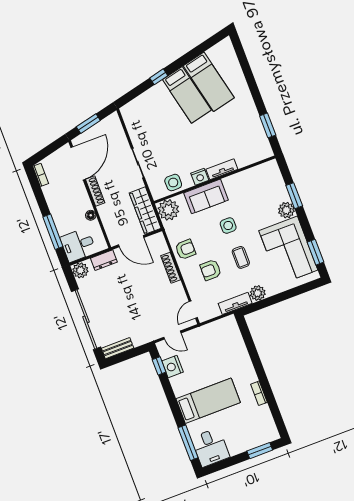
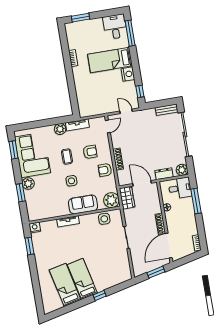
nightstand: (200, 177) -> (35, 228), moved
wardrobe: (145, 211) -> (127, 198), width x0.67
nightstand: (173, 367) -> (128, 74), moved

